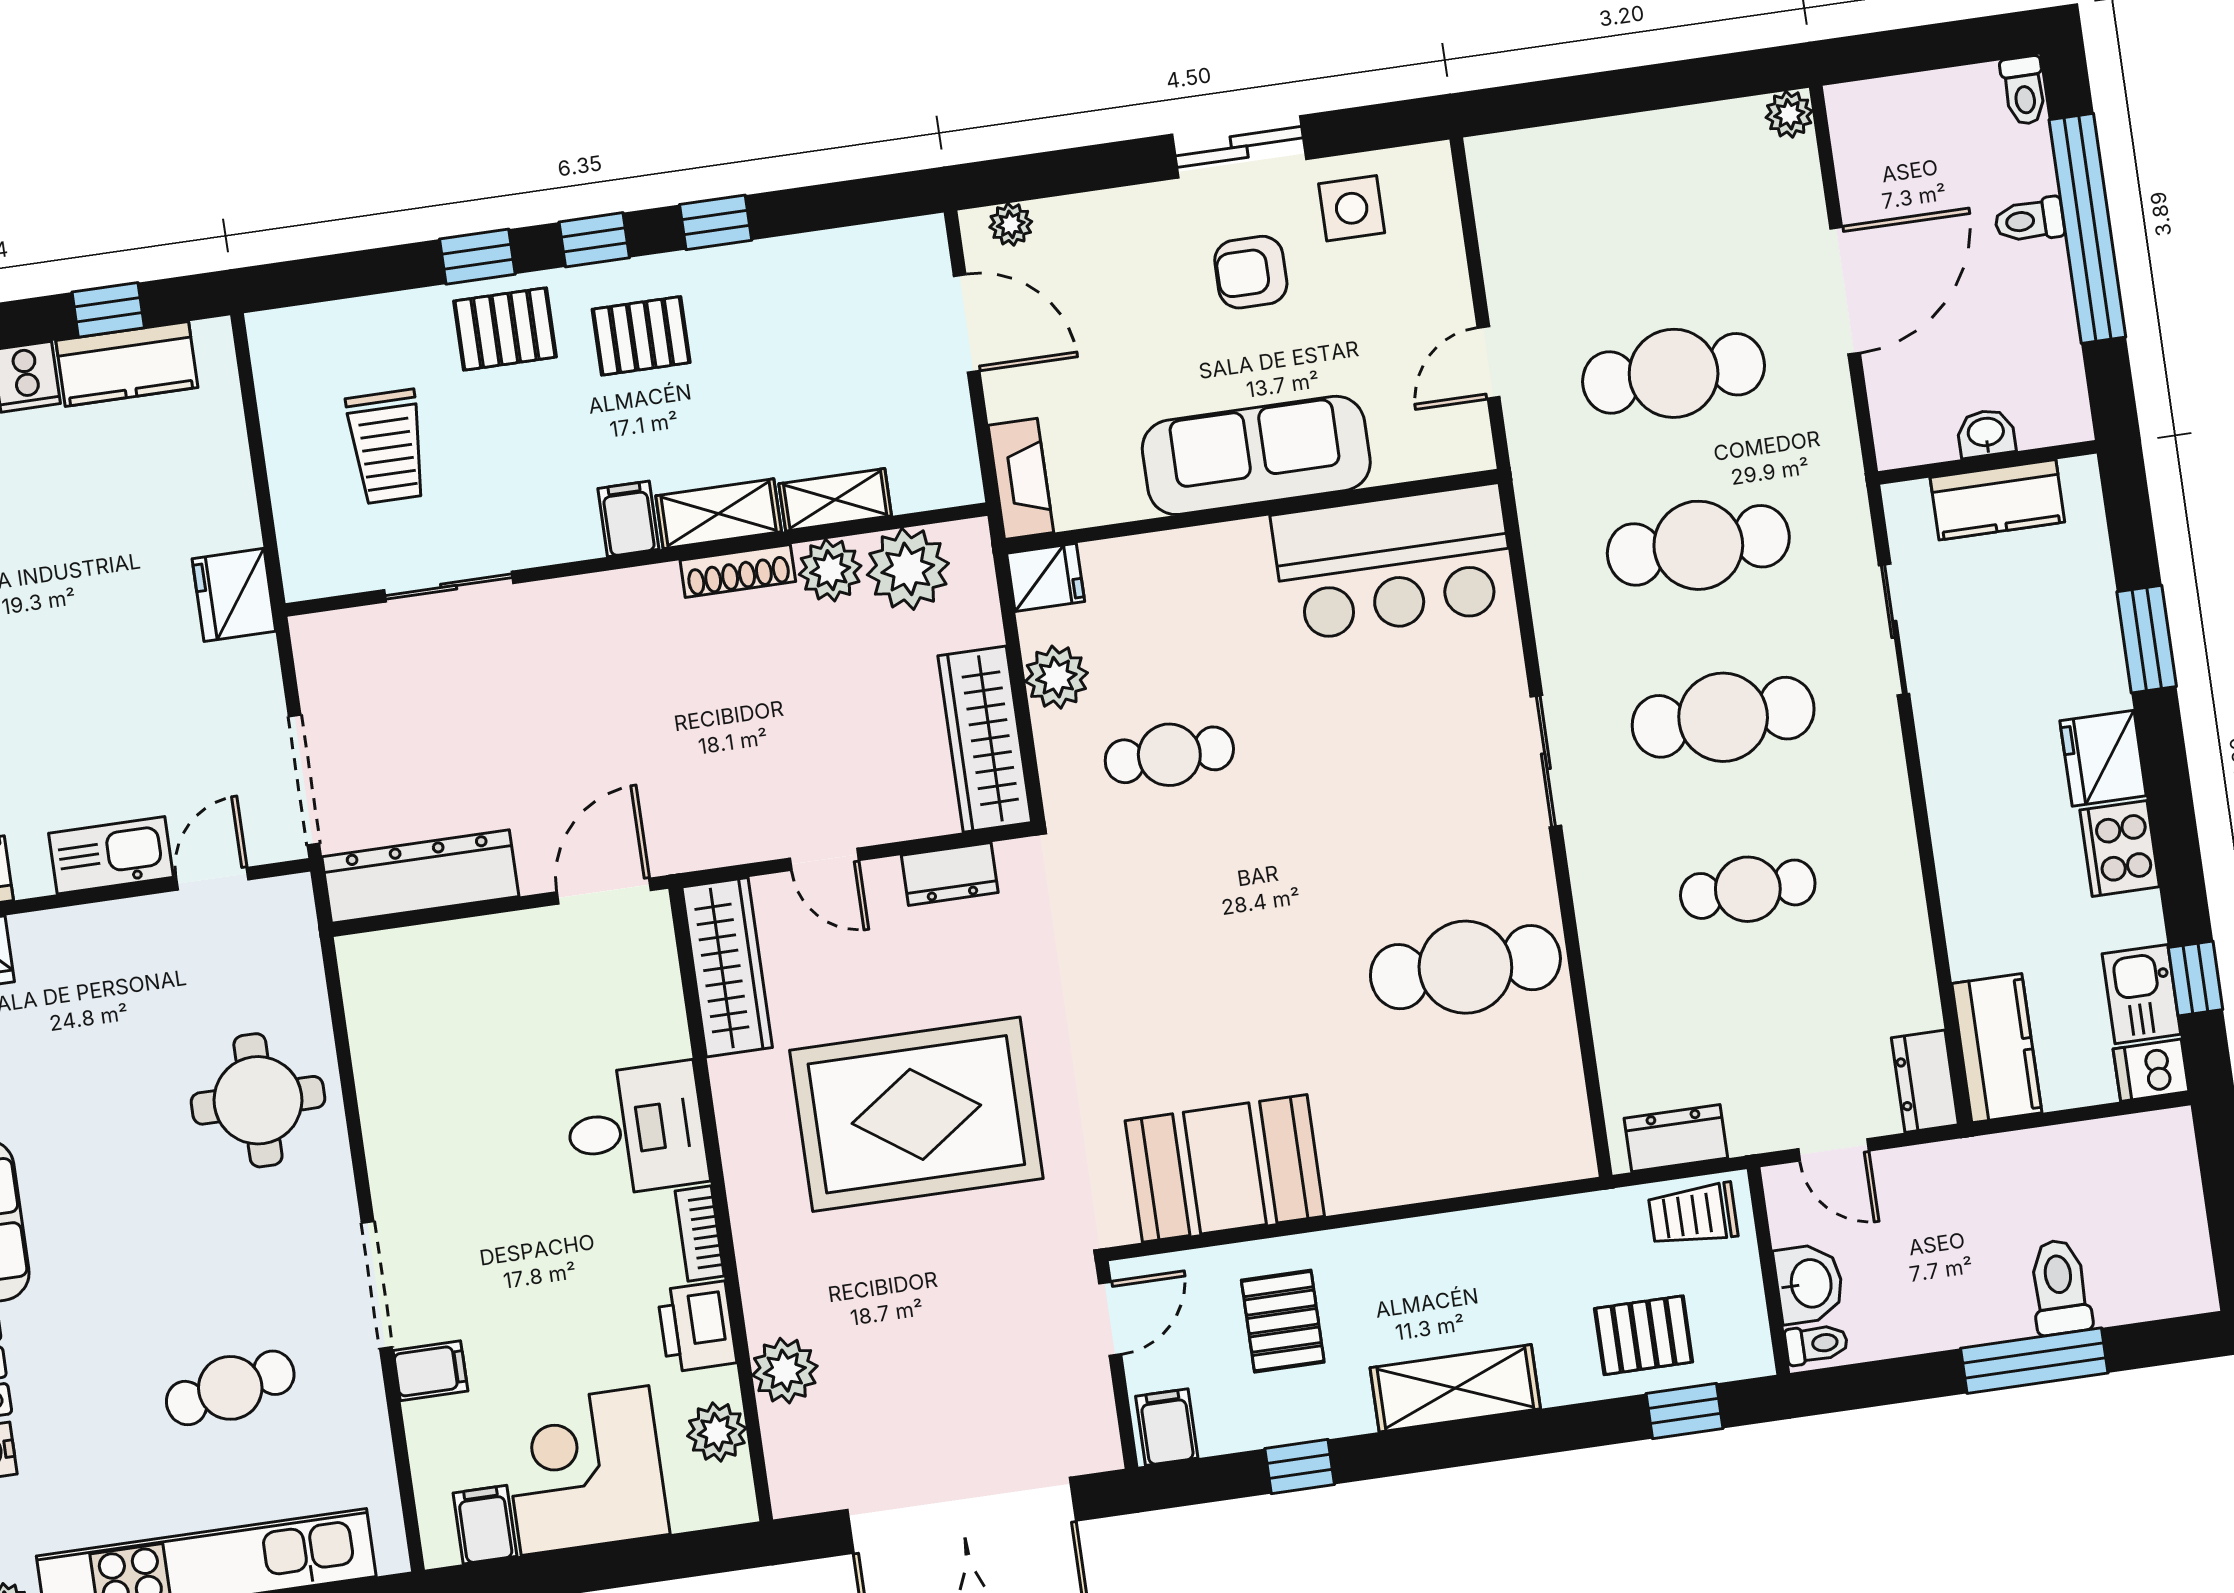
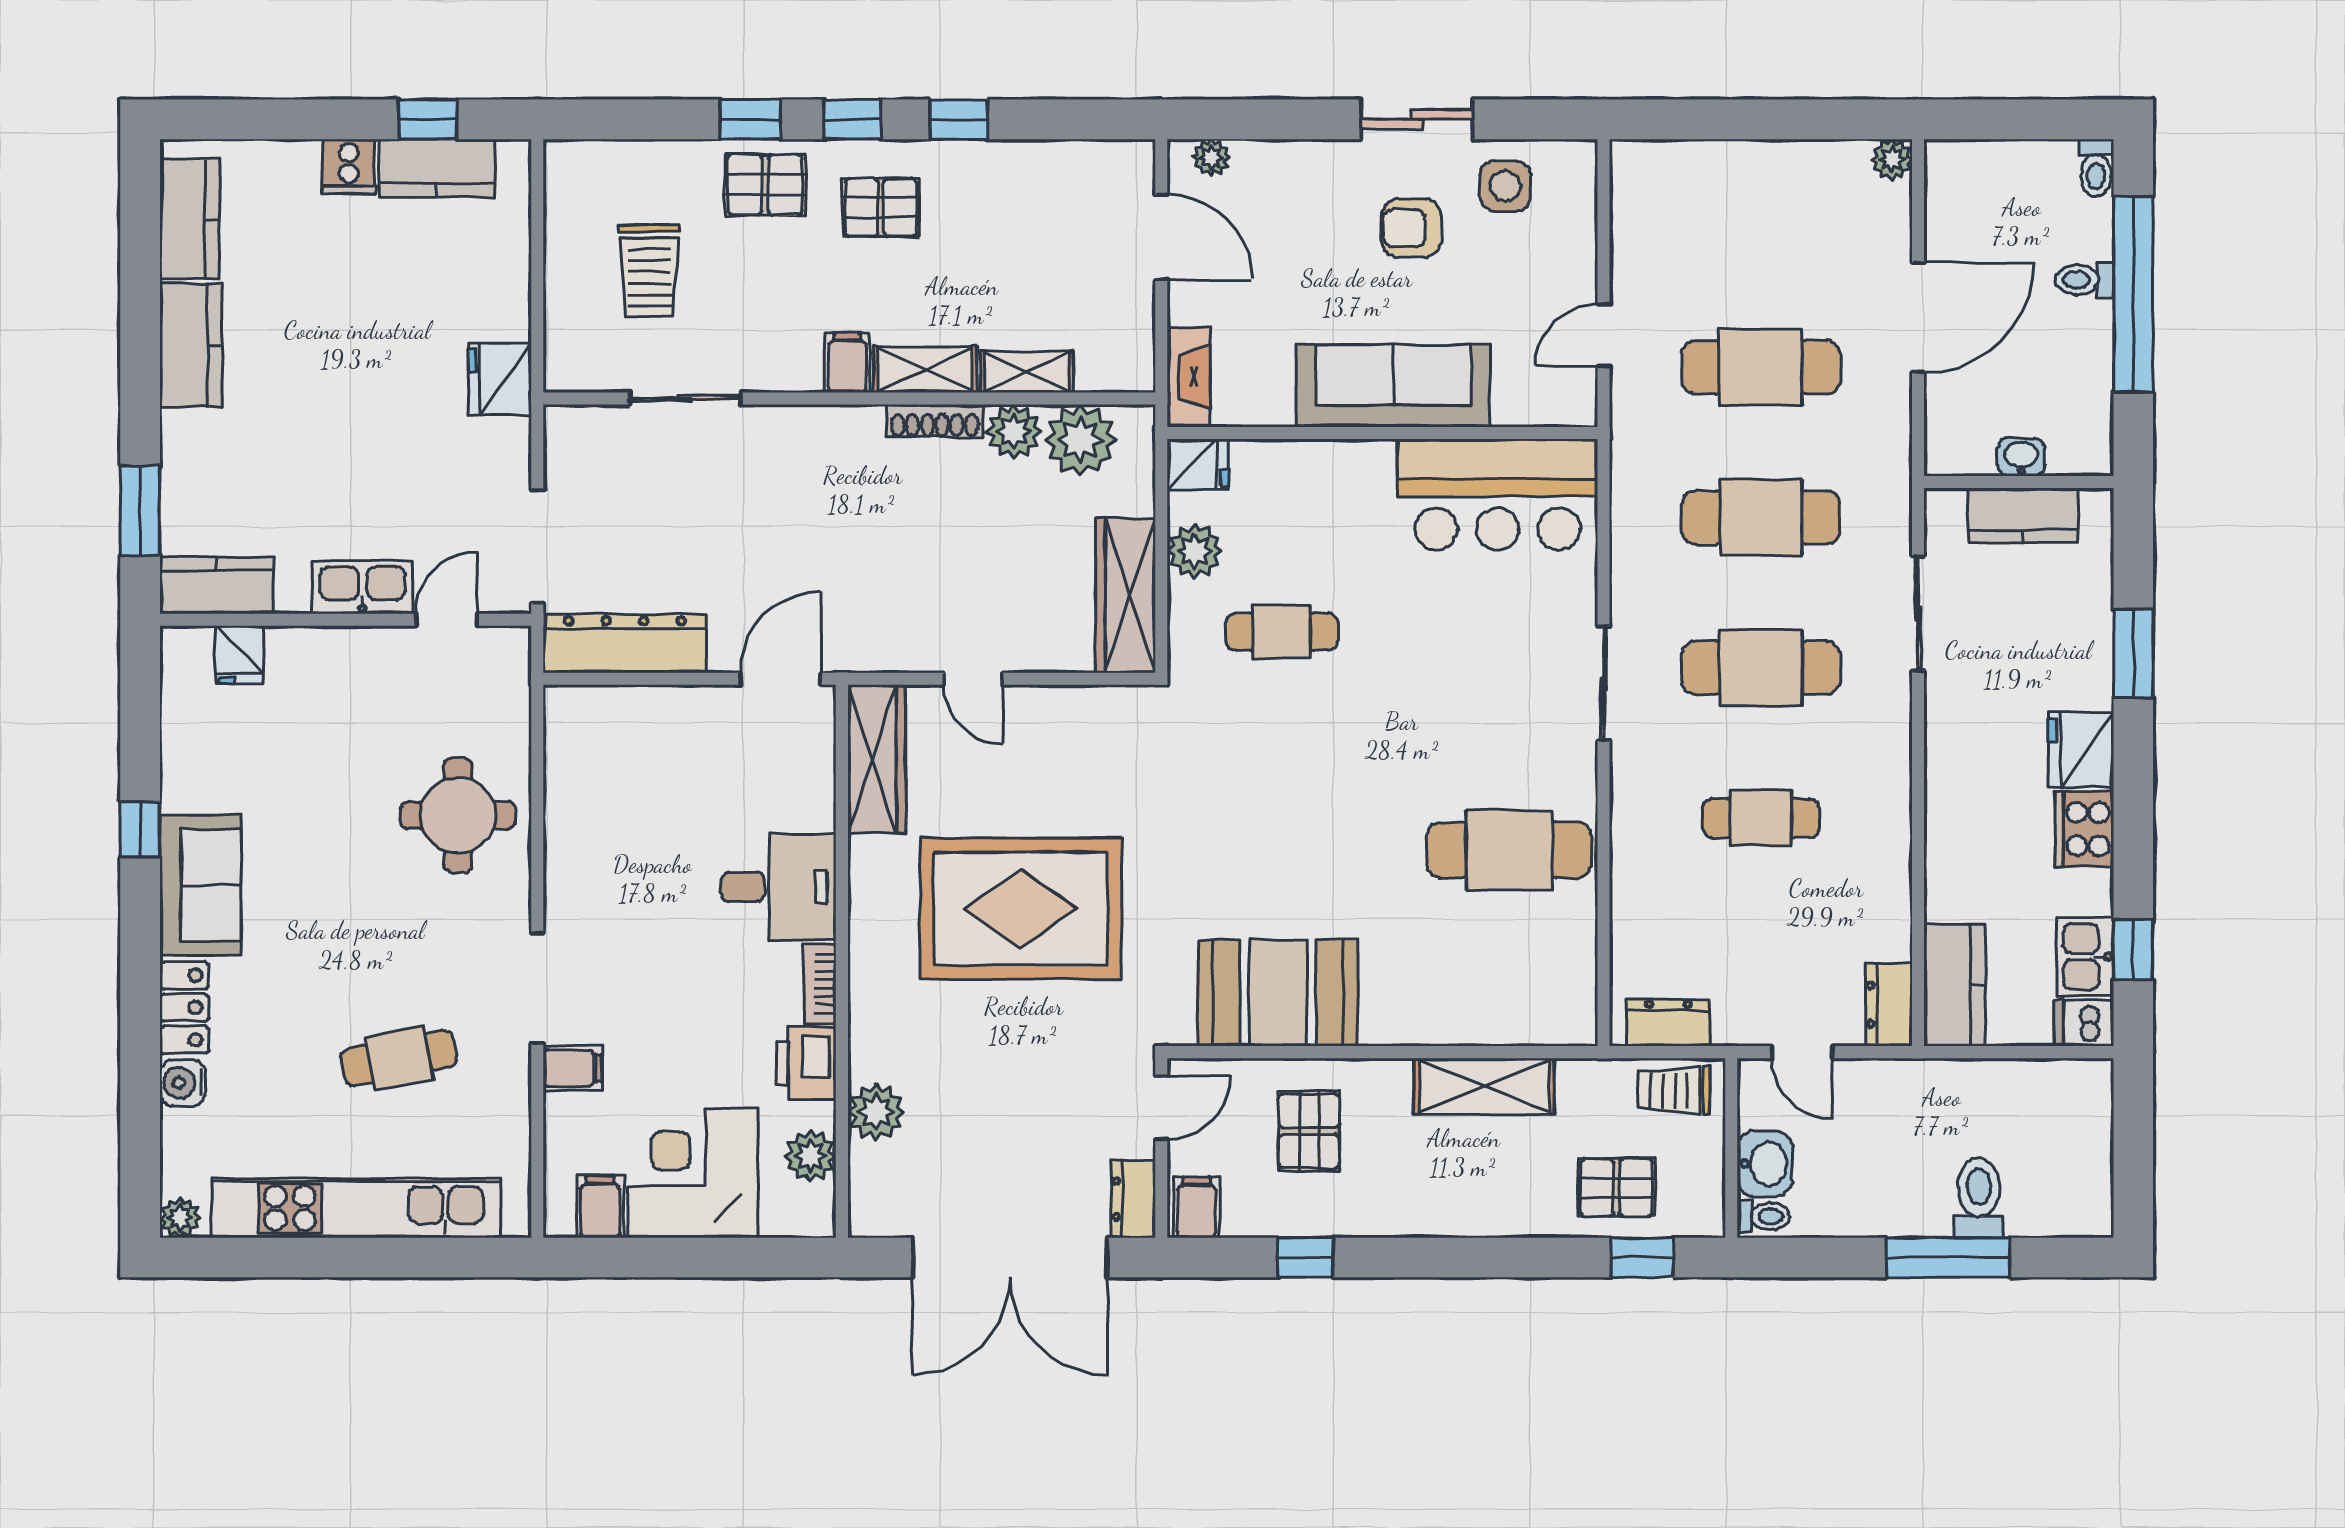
dresser: (950, 874) -> (1133, 1199), moved, turned 90
shelving: (1455, 1388) -> (1484, 1086), moved

